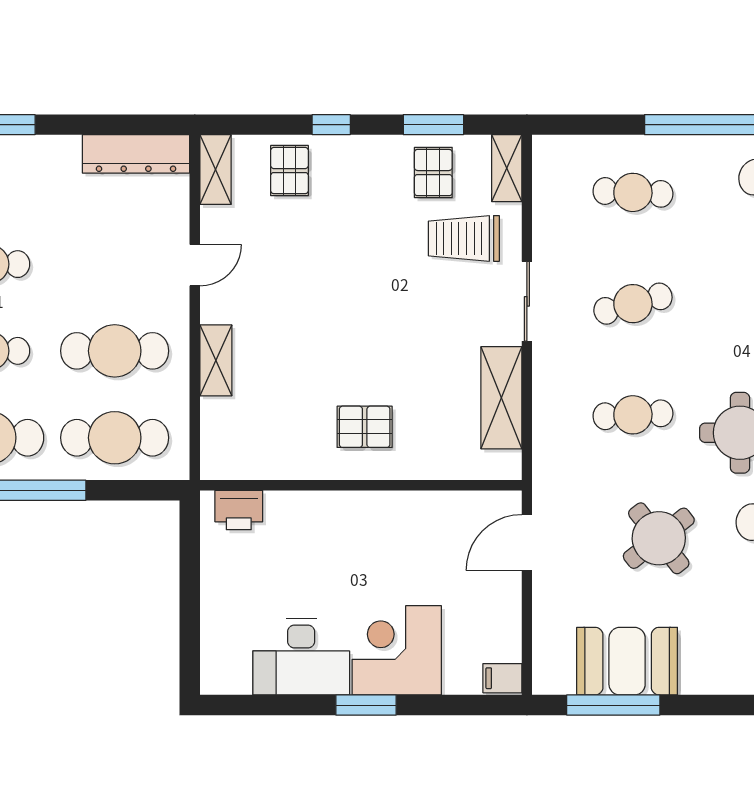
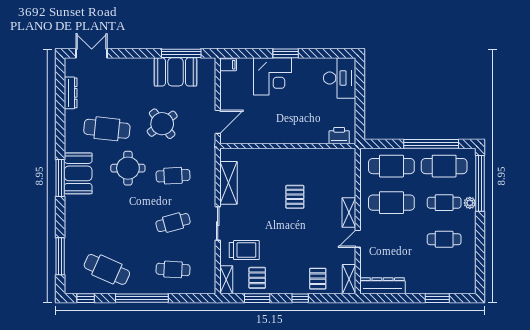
shelving: (216, 360) -> (349, 213), moved
pallet: (365, 427) -> (295, 197), moved, turned 90
desk: (301, 657) -> (340, 78), moved, turned 90

